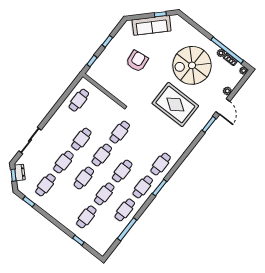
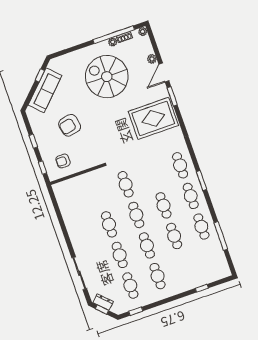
armchair: (137, 61) -> (70, 125), turned -94
spiral stairs: (192, 65) -> (107, 77), turned 90
armchair: (107, 73) -> (63, 161), added
cafe table: (79, 100) -> (71, 203), removed
rug: (175, 104) -> (153, 118), moved
door: (223, 107) -> (164, 73), swing flipped
cafe table: (86, 217) -> (158, 276), moved

